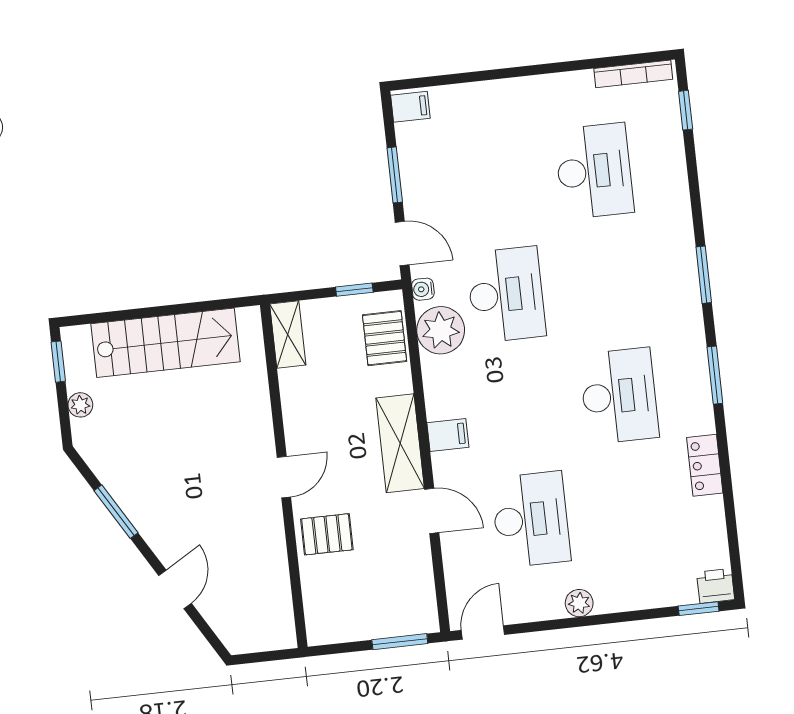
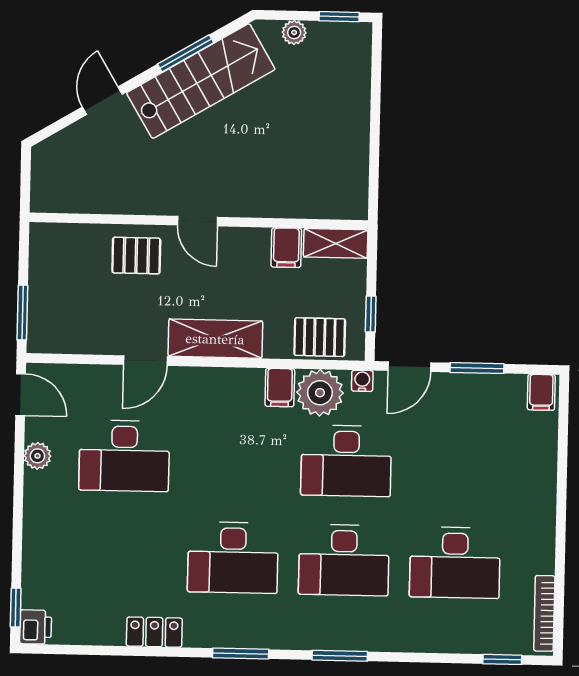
desk: (607, 283) -> (344, 560), added
stairs: (165, 343) -> (201, 81), moved, turned -121
filing cabinet: (299, 384) -> (286, 248), added
filing cabinet: (448, 435) -> (280, 388), moved
pallet: (327, 534) -> (136, 256), turned 90
door: (175, 589) -> (102, 101), swing flipped
plant: (579, 603) -> (37, 456), moved

